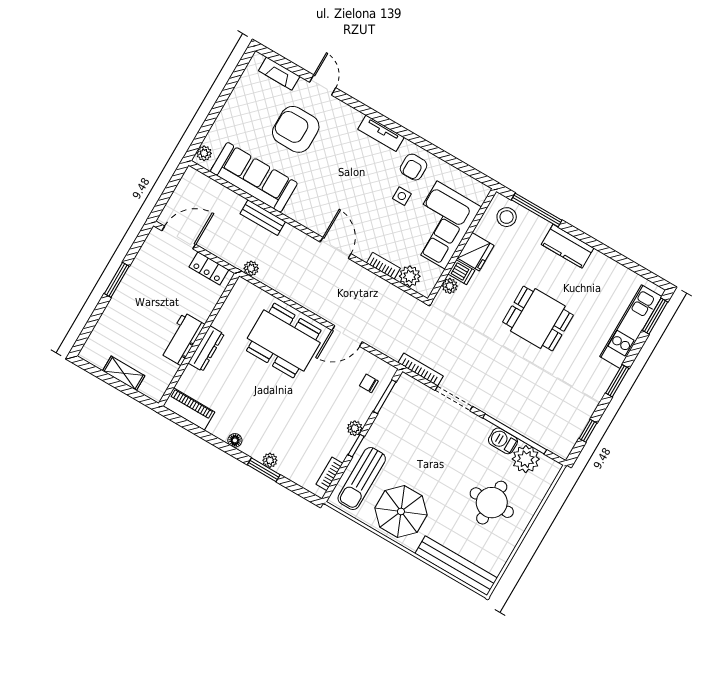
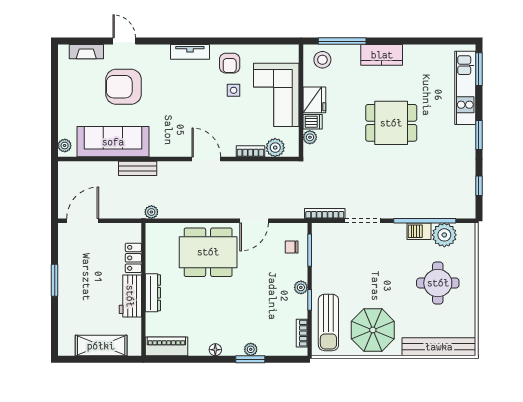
locker: (209, 268) -> (133, 258), moved, turned 90
shelving: (124, 373) -> (101, 346), width x1.50, depth x1.33

